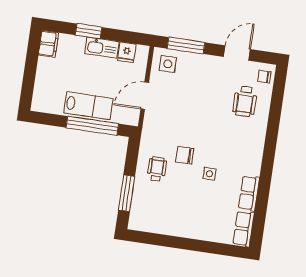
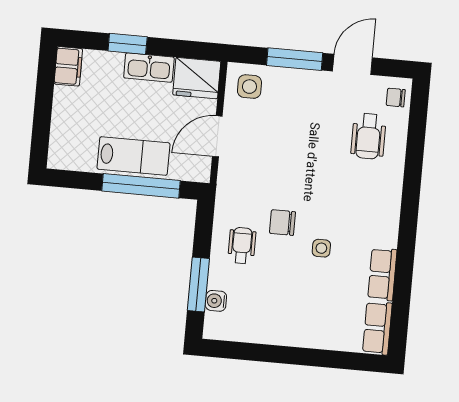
window: (186, 46) -> (295, 59), moved
fridge: (127, 52) -> (197, 78), width x1.88, depth x1.34
water cooler: (138, 205) -> (216, 301), added

